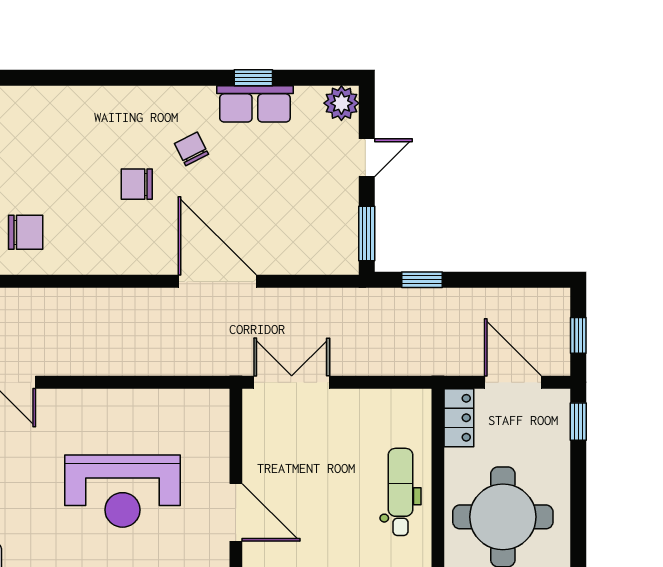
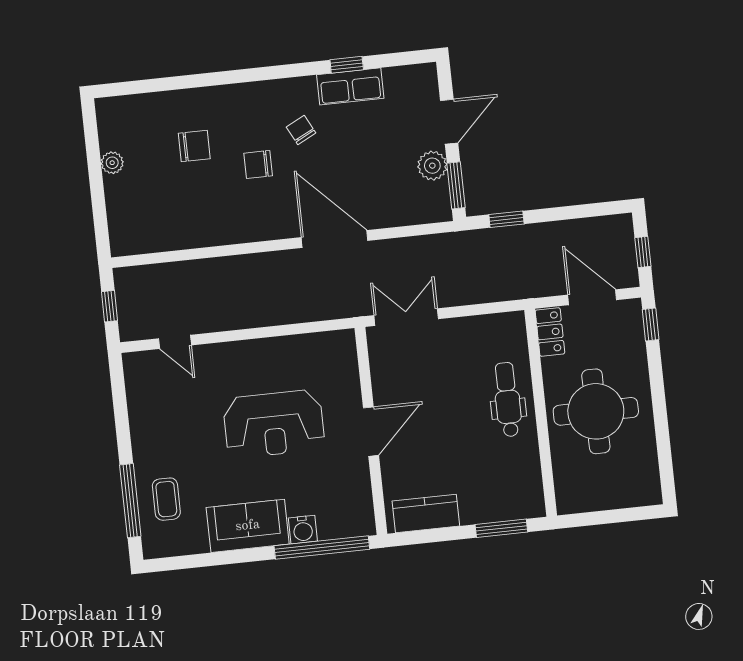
plant: (341, 103) -> (432, 166), moved
door: (367, 158) -> (449, 122), width x1.38
chair: (26, 232) -> (194, 146), moved
door: (236, 512) -> (371, 432), hinge flipped

